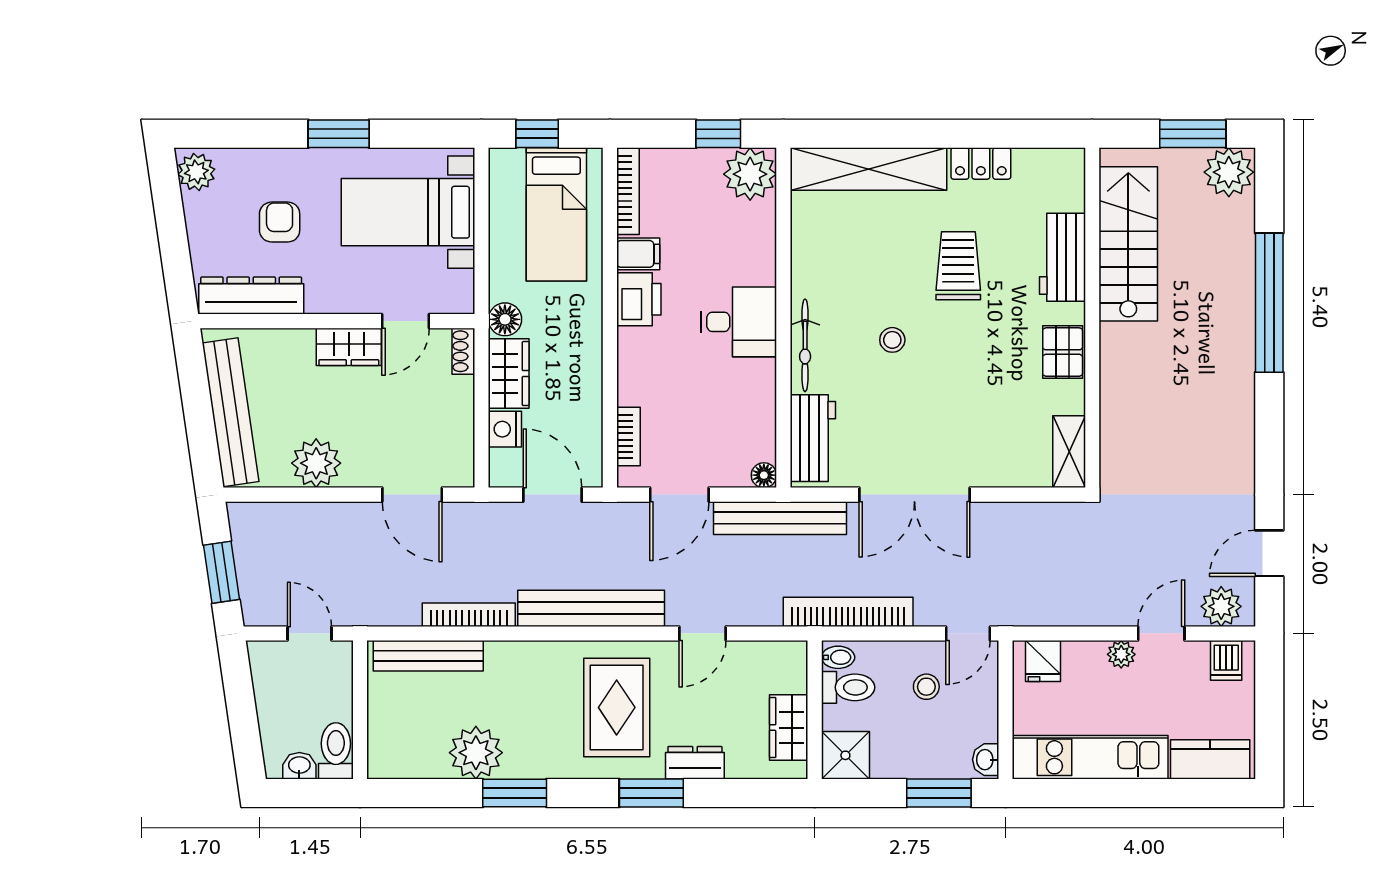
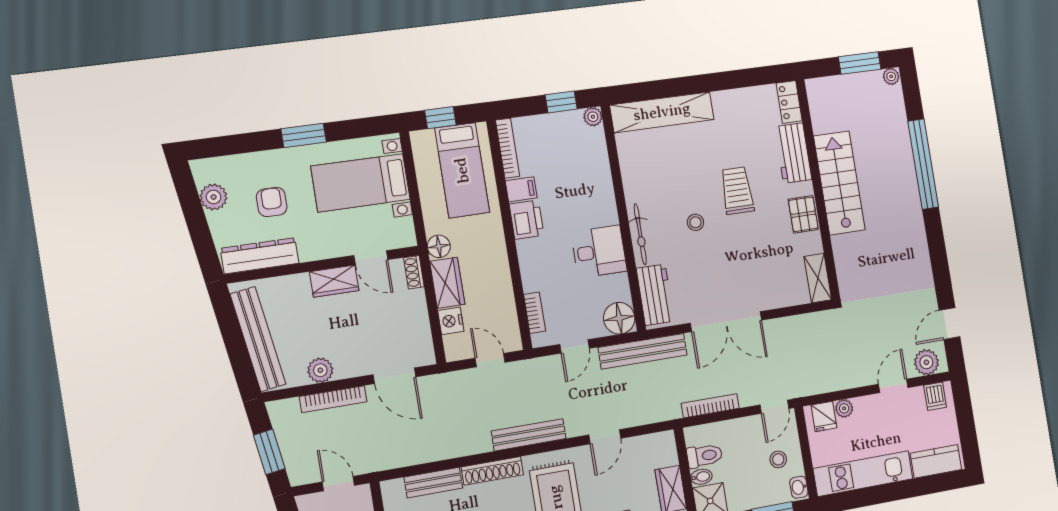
locker: (981, 163) -> (789, 102), moved, turned 90
plant: (196, 172) -> (214, 197), moved
plant: (1229, 172) -> (891, 76), width x0.53, depth x0.53
plant: (750, 174) -> (593, 117), width x0.53, depth x0.53
stairs: (1128, 244) -> (839, 183), moved
trolley: (958, 266) -> (737, 191), moved
door: (406, 321) -> (371, 258), hinge flipped
desk: (739, 322) -> (599, 252), moved
plant: (316, 463) -> (320, 370), width x0.73, depth x0.73
floor lamp: (764, 475) -> (619, 318), width x1.89, depth x1.89
door: (553, 495) -> (490, 360), width x0.73
door: (679, 495) -> (574, 346), width x0.73
bench: (591, 608) -> (529, 435), width x0.73, depth x0.82
bookcase: (848, 612) -> (710, 406), width x0.68, depth x0.76
bookcase: (469, 615) -> (333, 399), moved, turned 180
shoe rack: (530, 654) -> (492, 471), added
plant: (1121, 654) -> (844, 408), moved
bench: (428, 656) -> (433, 483), width x0.73
bidet: (838, 657) -> (701, 477), moved
stool: (926, 687) -> (778, 459), moved

